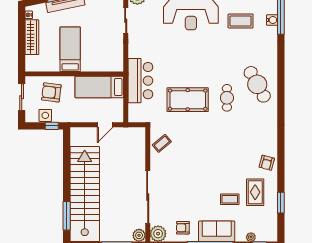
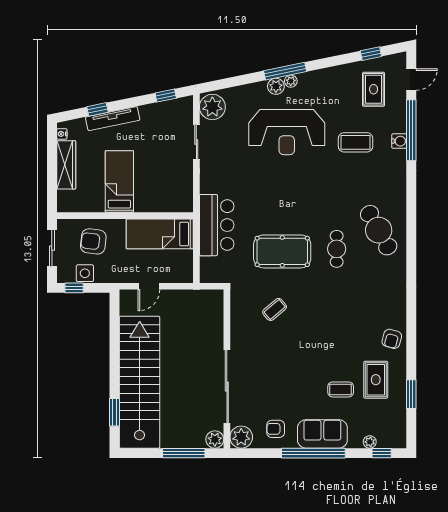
door: (105, 125) -> (149, 286), moved
window: (52, 126) -> (74, 288), moved
coffee table: (162, 143) -> (275, 309), moved
window: (67, 216) -> (115, 412), width x0.69

